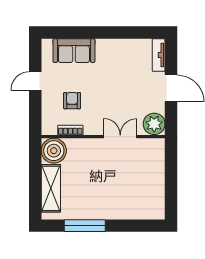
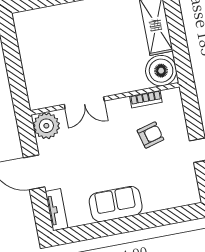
sofa: (74, 51) -> (116, 204), moved
armchair: (72, 101) -> (150, 135), turned -105

